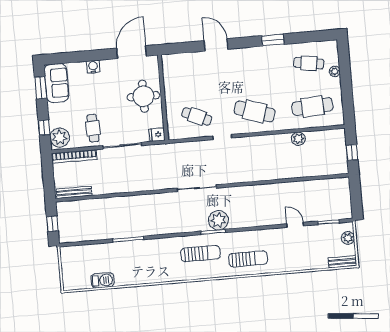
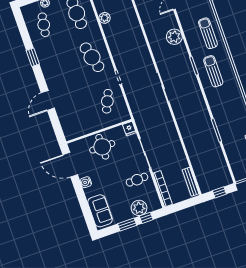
water cooler: (93, 67) -> (86, 182), moved
sofa: (56, 83) -> (100, 211), moved, turned 90
window: (41, 88) -> (127, 225), moved
cafe table: (255, 111) -> (92, 57), turned -33
plant: (60, 138) -> (139, 208), moved
plant: (218, 220) -> (174, 37), moved

